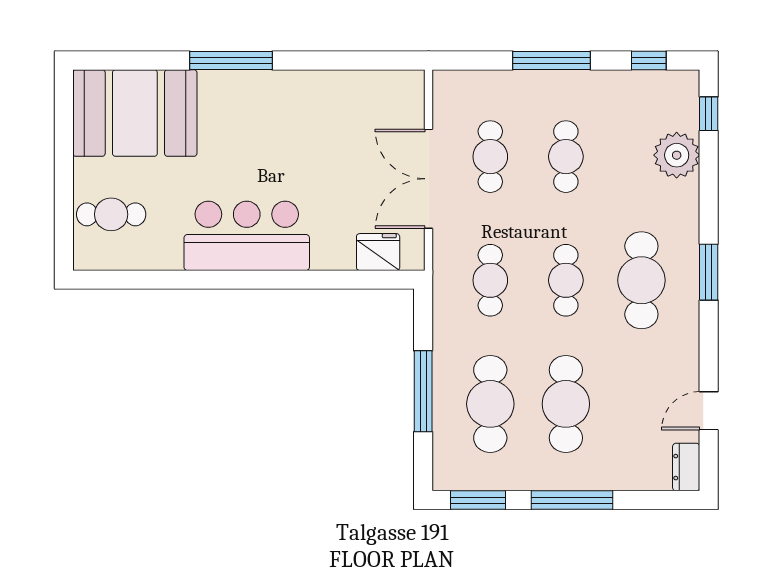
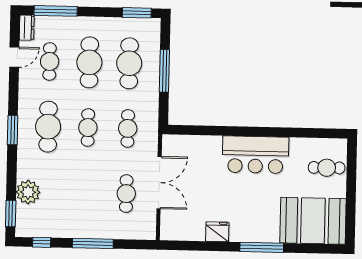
window: (709, 114) -> (11, 214), width x1.50
cafe table: (566, 157) -> (50, 61), moved
fridge: (378, 252) -> (217, 232), moved, turned 180
window: (572, 500) -> (56, 11), moved

